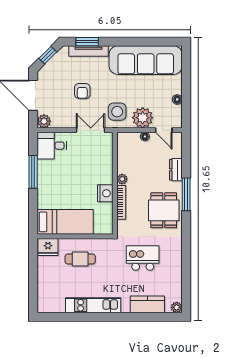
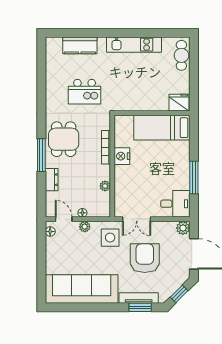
armchair: (82, 91) -> (145, 258), width x1.88, depth x1.88
floor lamp: (177, 99) -> (50, 232), moved
plant: (143, 118) -> (85, 227), width x0.53, depth x0.53
plant: (122, 179) -> (105, 186), moved
cafe table: (80, 259) -> (181, 55), moved, turned 90
plant: (177, 307) -> (51, 42), removed

